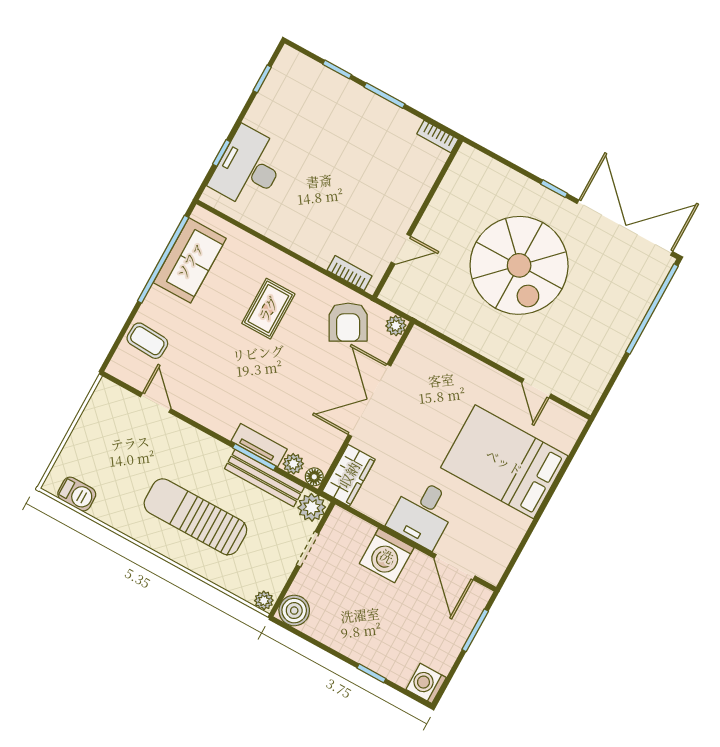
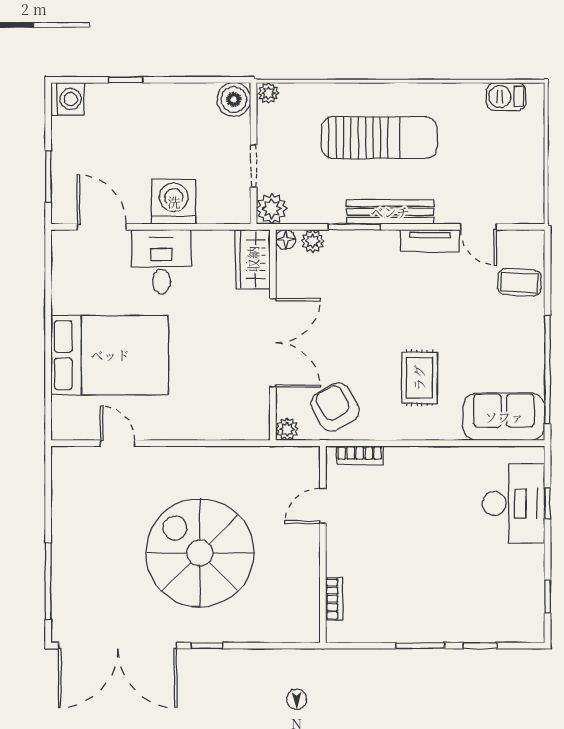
bookcase: (438, 136) -> (334, 599), moved, turned 90
sofa: (190, 260) -> (504, 417), moved, turned 90
window: (652, 309) -> (48, 581), width x0.68
tv unit: (259, 445) -> (430, 241), moved
bench: (264, 478) -> (390, 212), moved

